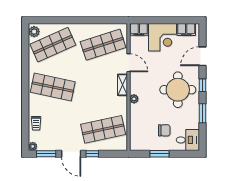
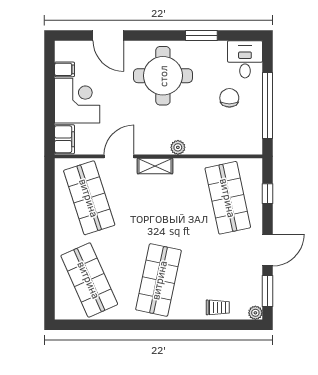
filing cabinet: (186, 30) -> (65, 69), width x0.50
plant: (34, 32) -> (68, 311), removed
window: (202, 85) -> (156, 35), removed
window: (92, 154) -> (267, 194), moved
window: (159, 154) -> (267, 106), width x2.11

